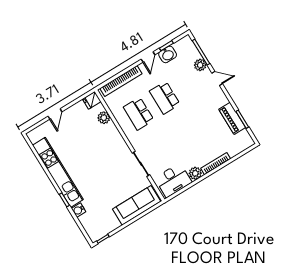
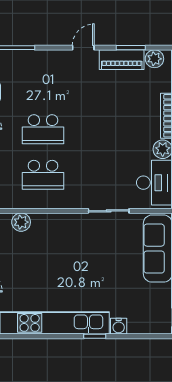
plant: (200, 65) -> (154, 59), moved
door: (217, 78) -> (83, 48), moved

